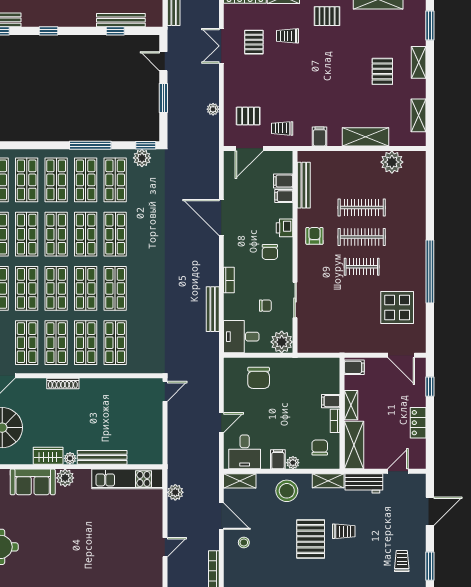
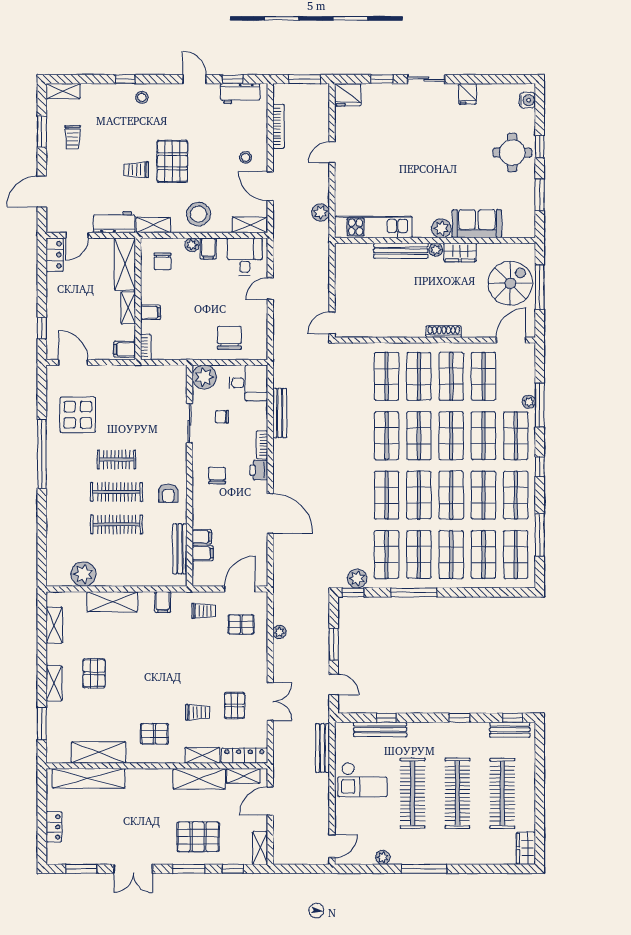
printer: (285, 228) -> (259, 470), moved, turned 180
bookcase: (335, 421) -> (146, 347), moved
locker: (418, 423) -> (55, 255), moved

